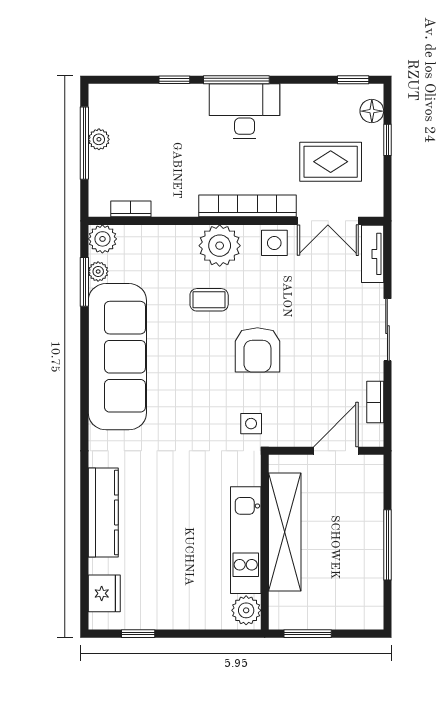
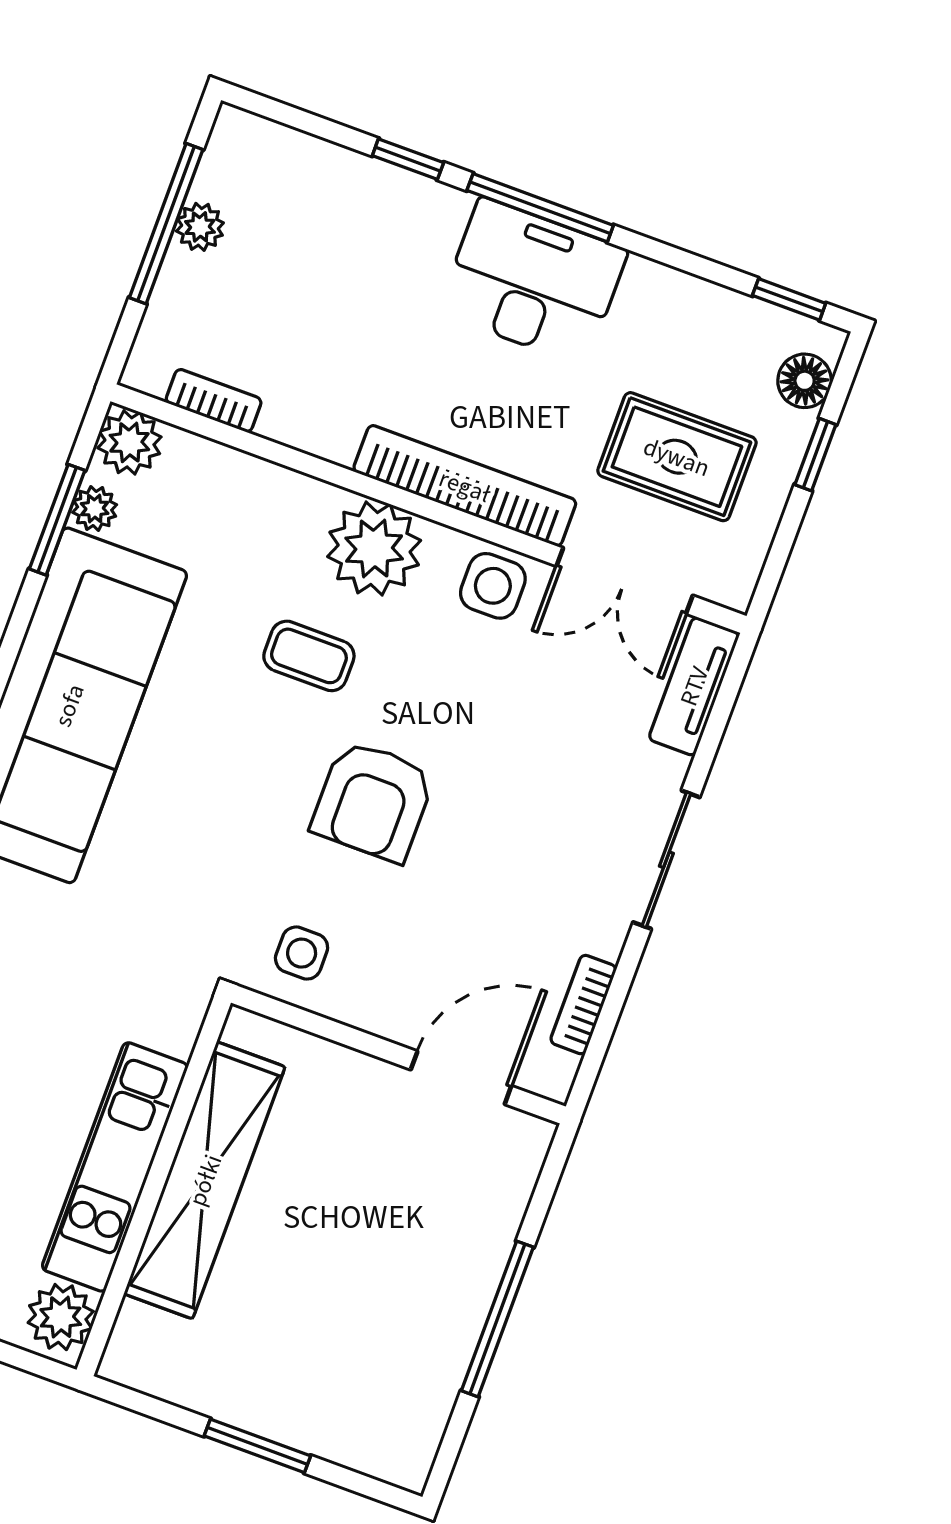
shelving: (285, 532) -> (205, 1180), moved
kitchen unit: (246, 540) -> (115, 1167), moved
wall: (265, 542) -> (154, 1186), moved
plant: (246, 610) -> (61, 1317), moved

